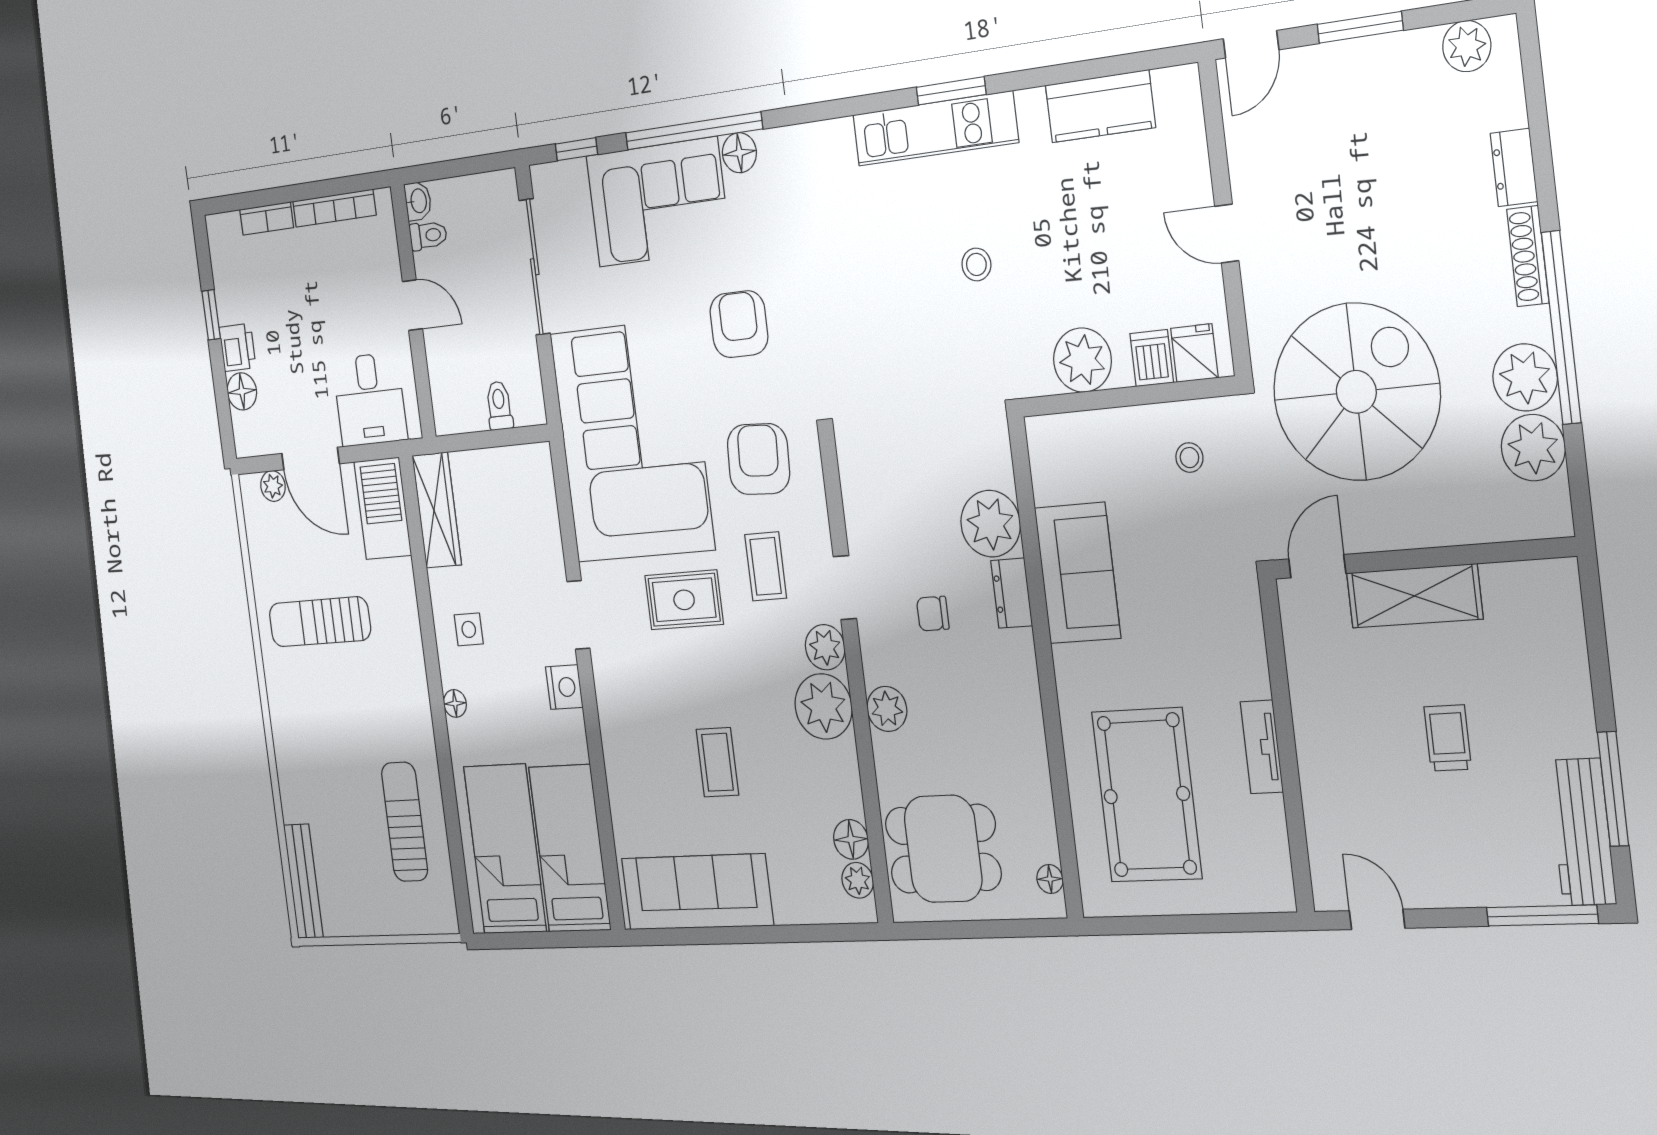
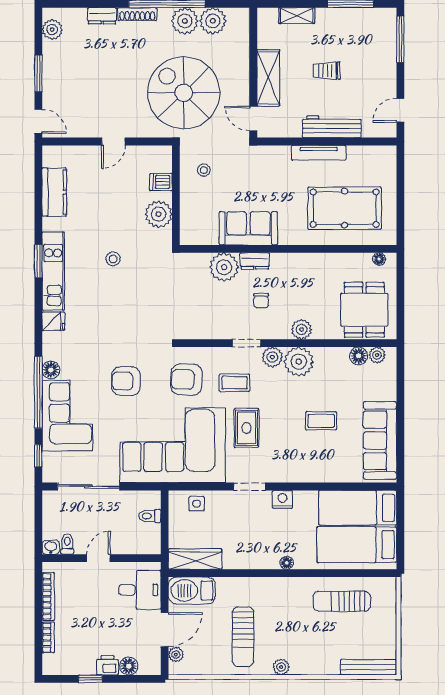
fridge: (1194, 353) -> (53, 321), moved, turned 180
side table: (469, 629) -> (197, 504), moved
shelving: (1569, 656) -> (297, 16), added
plant: (281, 703) -> (281, 667), added
tv unit: (1262, 747) -> (319, 153), width x1.41
workbench: (1582, 832) -> (332, 127), moved, turned 180

